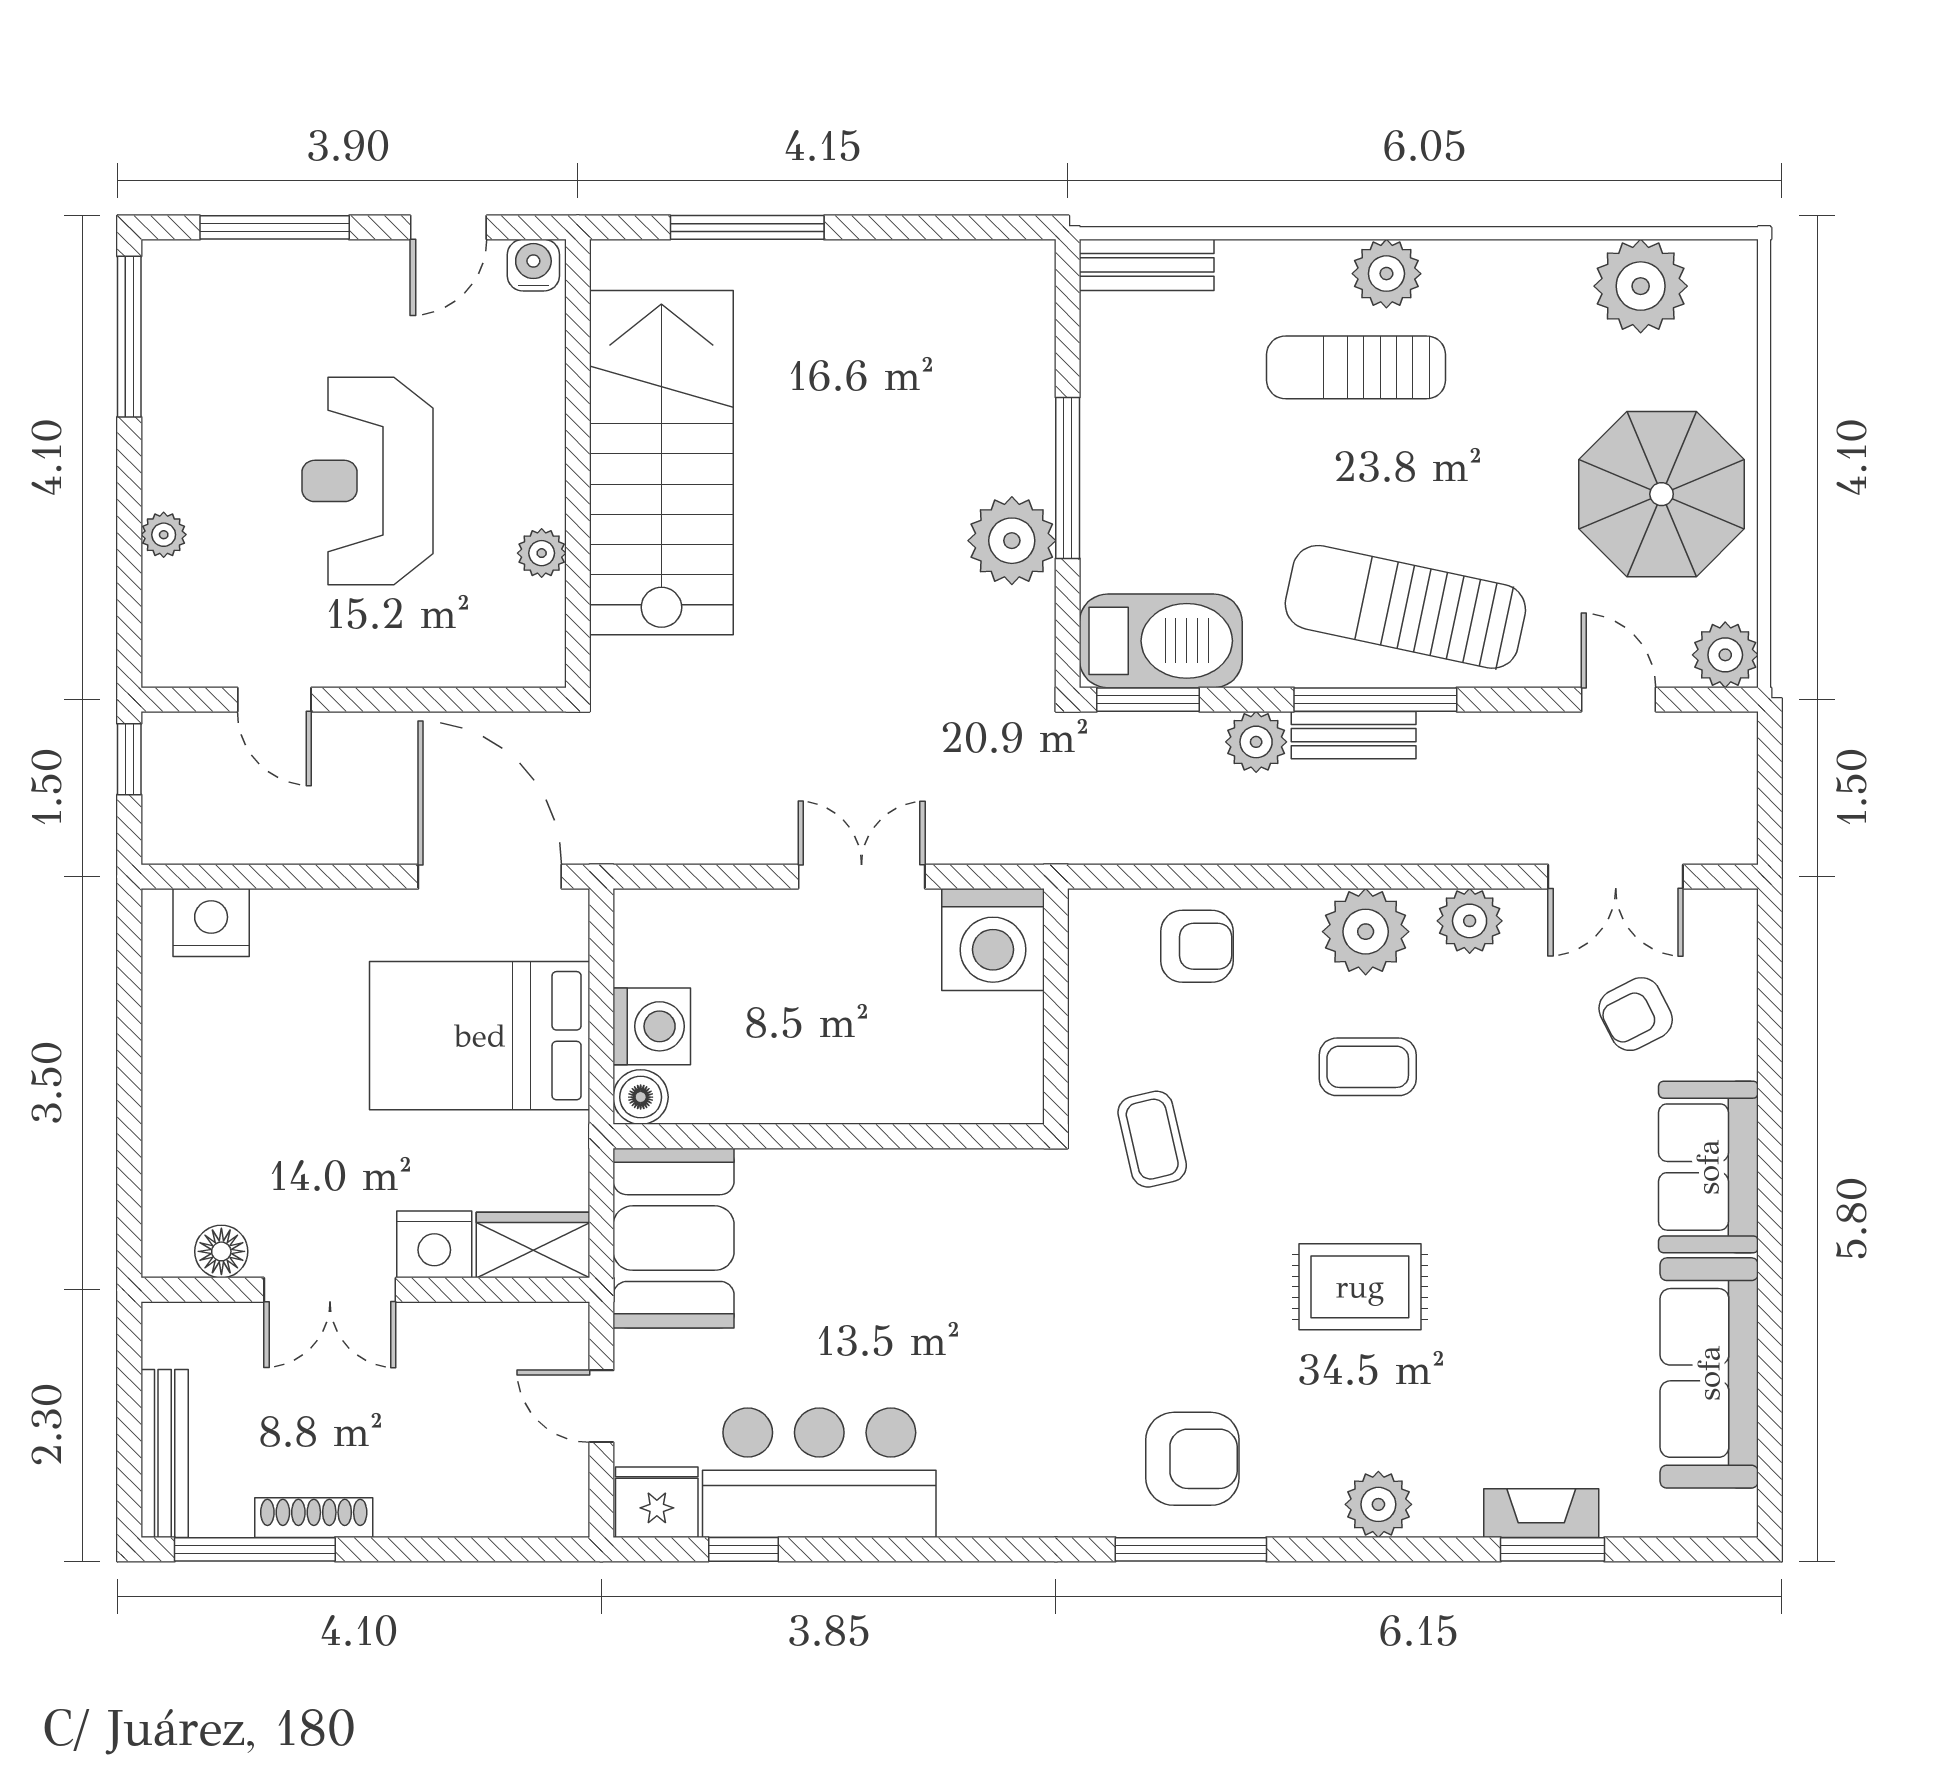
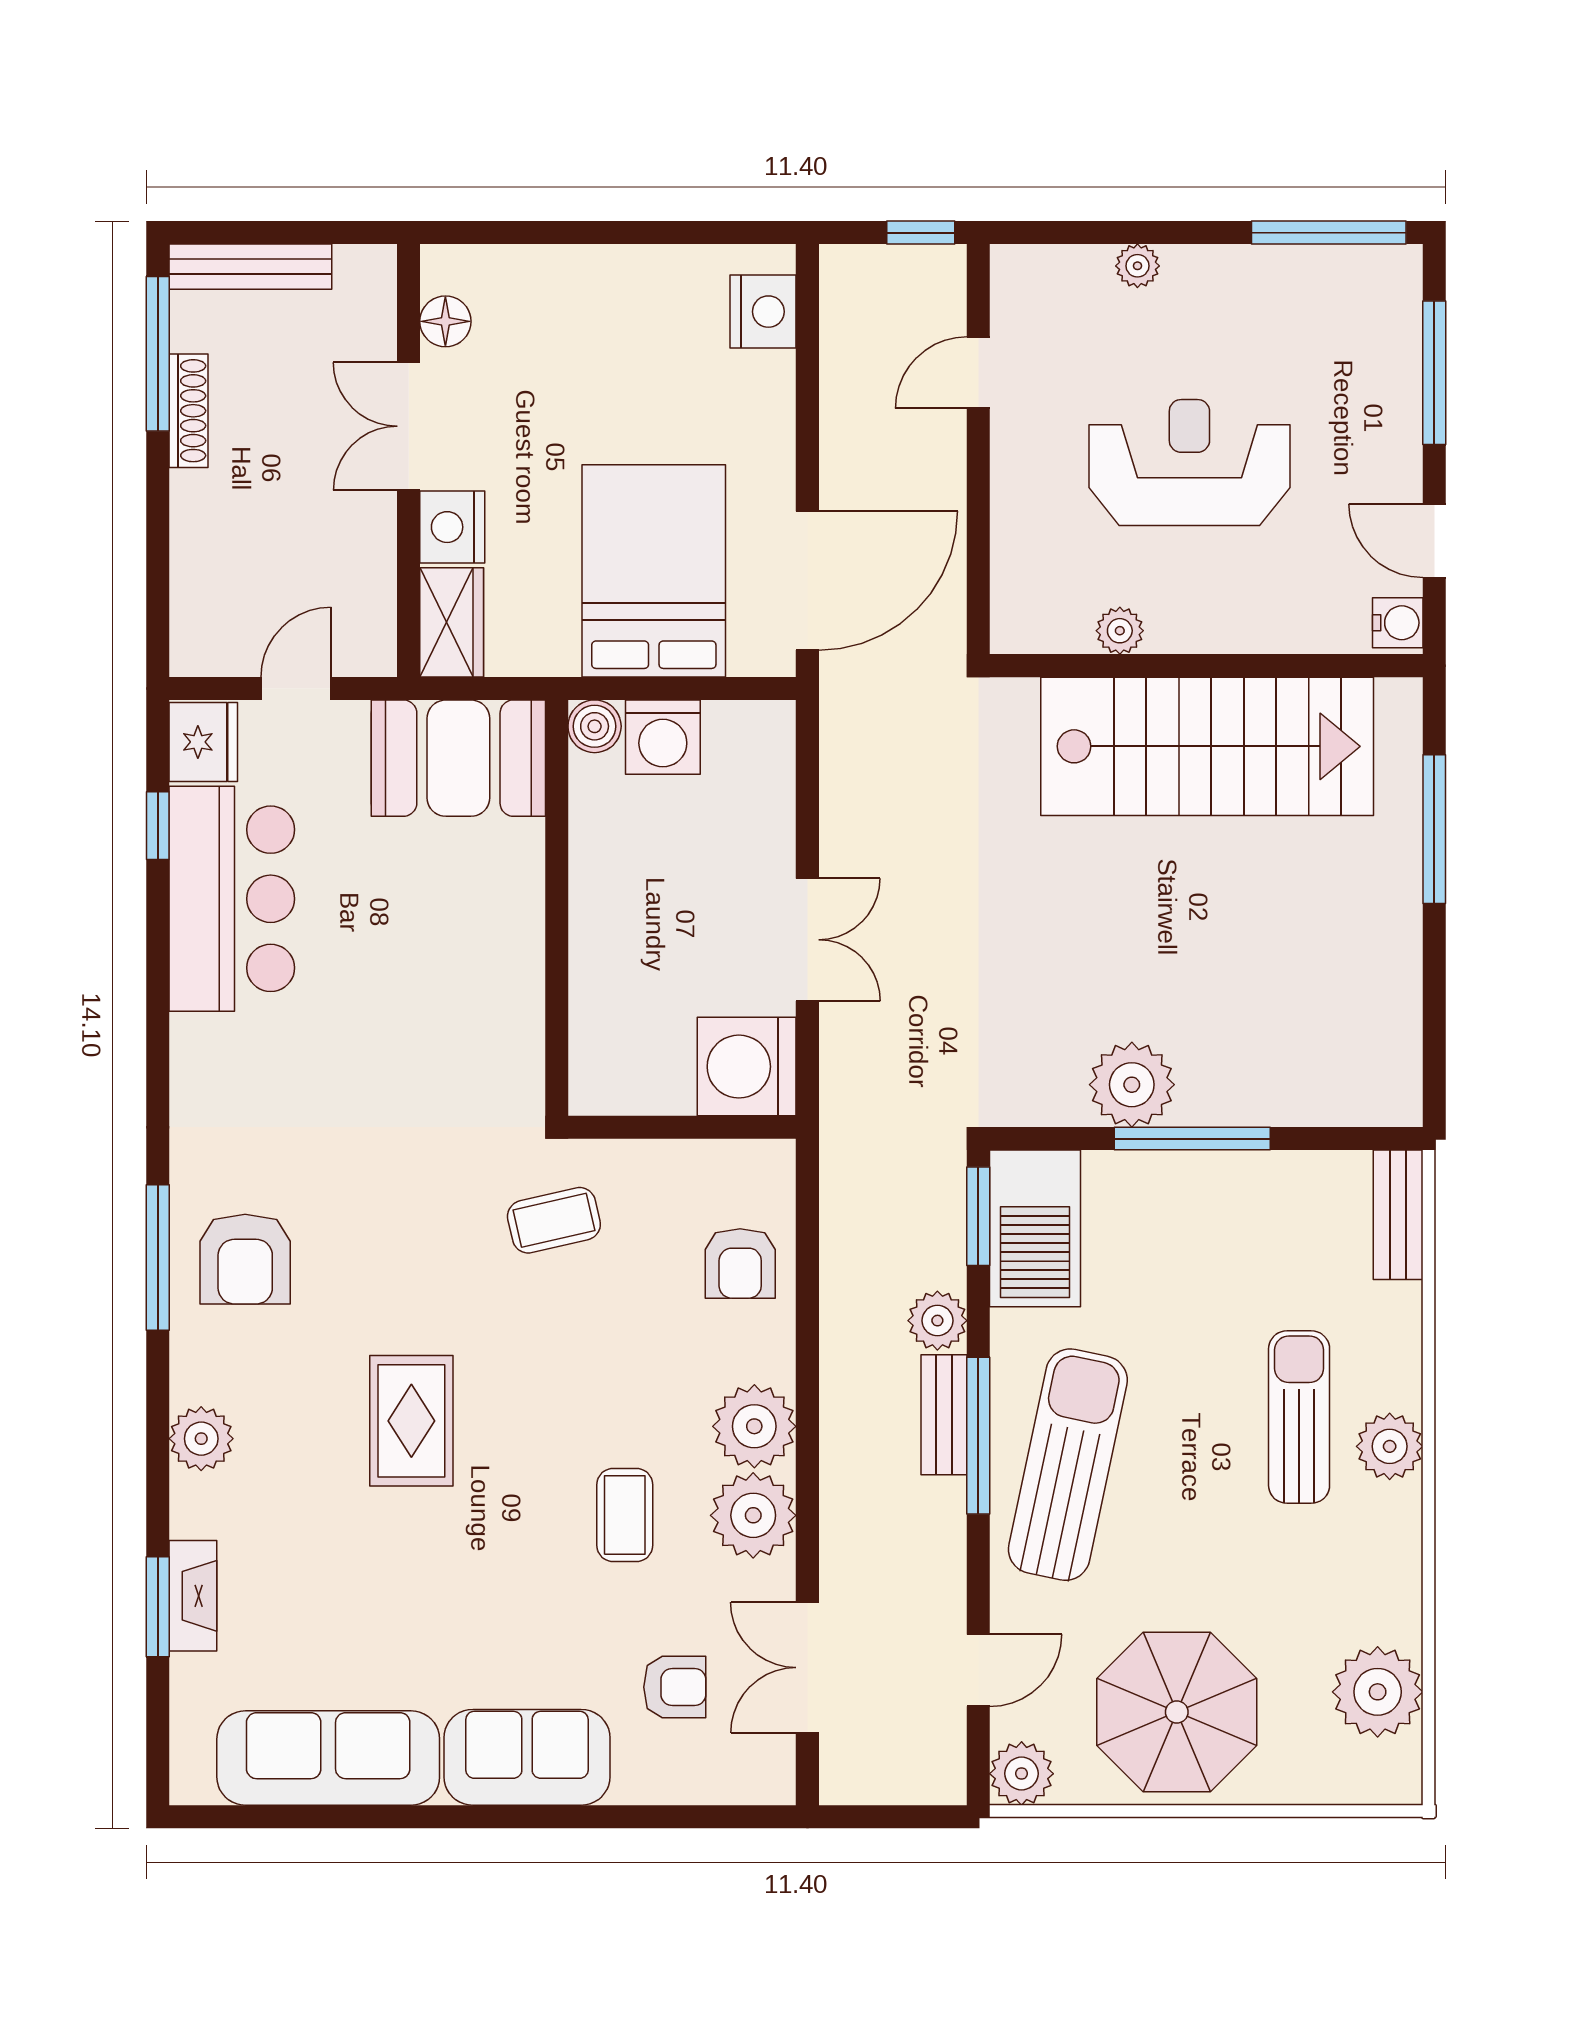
plant: (1470, 921) -> (753, 1515), width x1.36, depth x1.36
armchair: (1636, 1014) -> (675, 1687), turned 117
coffee table: (1368, 1067) -> (625, 1515), moved

